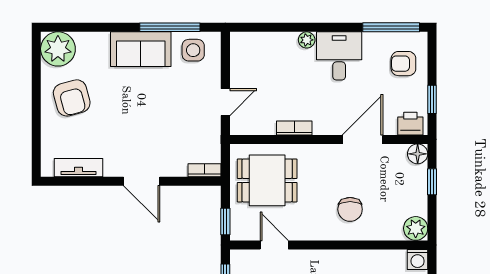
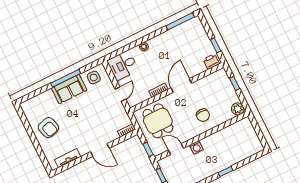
window: (170, 27) -> (66, 78), moved
plant: (58, 49) -> (31, 108), removed
desk: (339, 56) -> (123, 65), moved, turned -90
armchair: (403, 64) -> (194, 35), removed
door: (362, 139) -> (181, 86), moved
floor lamp: (418, 154) -> (221, 74), removed
dining table: (267, 180) -> (158, 121), turned 90
washing machine: (418, 259) -> (196, 147), moved

